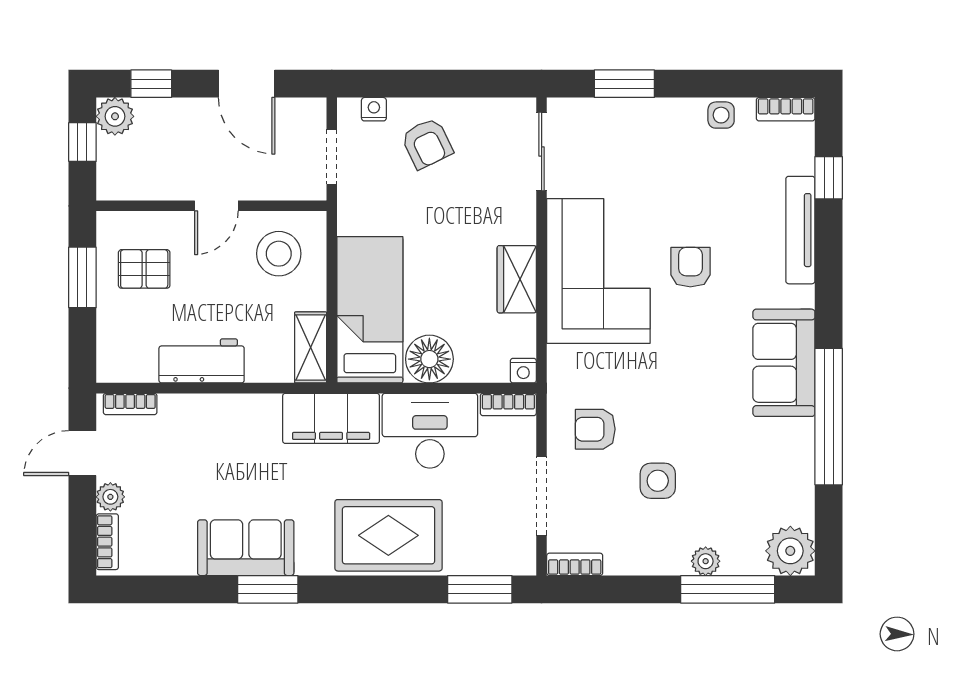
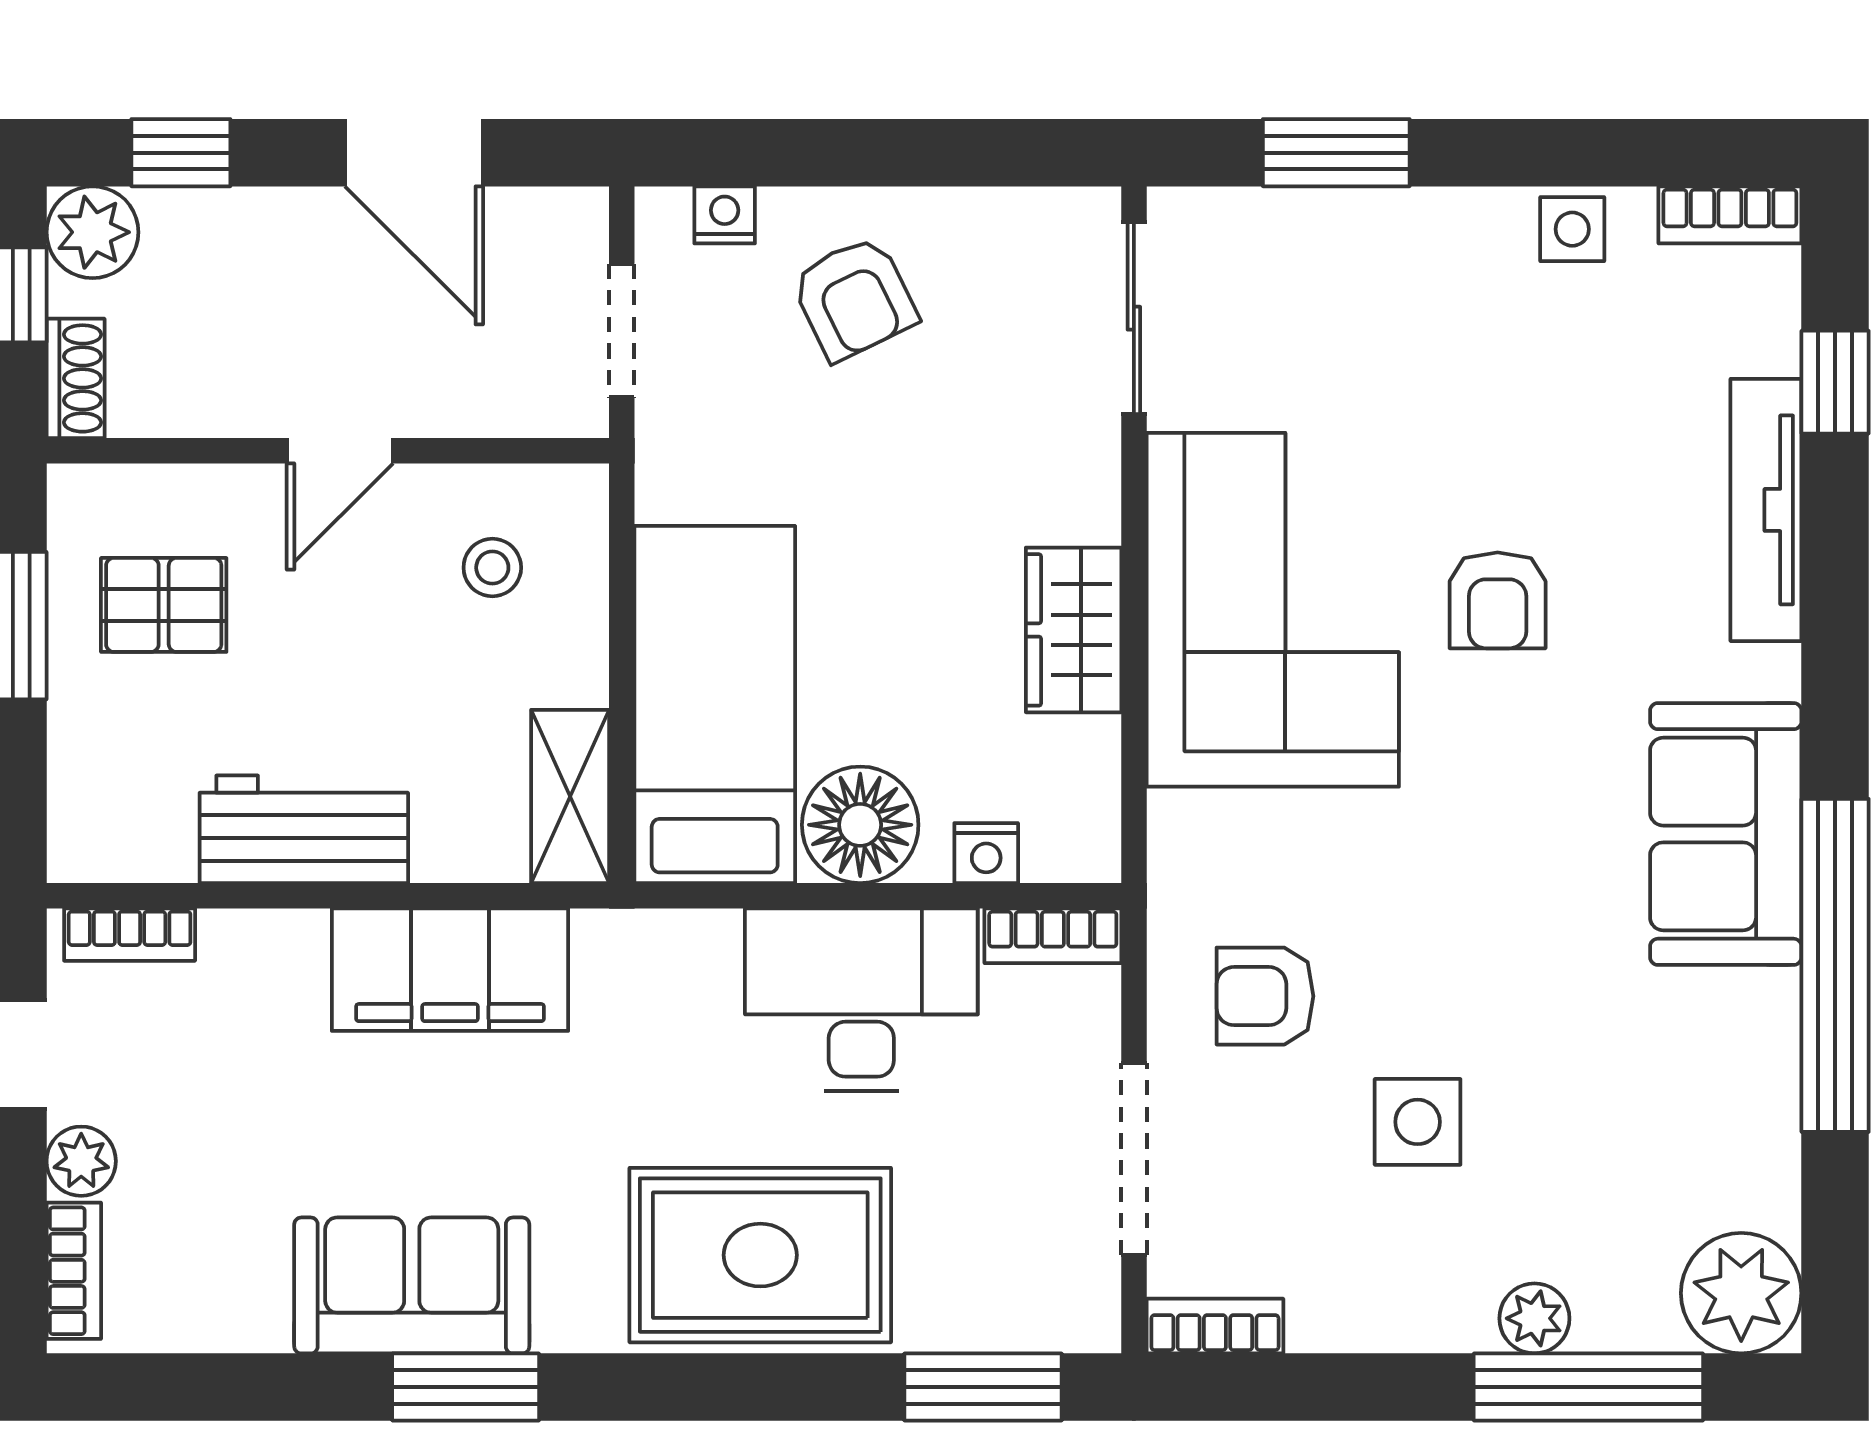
shoe rack: (108, 176) -> (76, 378), added
stool: (279, 254) -> (492, 568), width x0.53, depth x0.53
armchair: (690, 267) -> (1498, 600), turned 180
nightstand: (523, 371) -> (986, 853), moved
filing cabinet: (331, 418) -> (450, 970), moved

